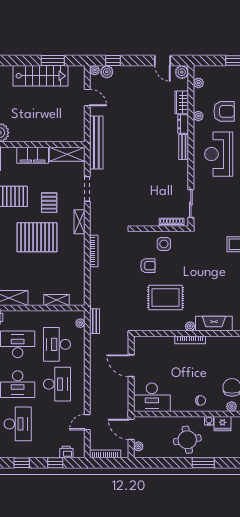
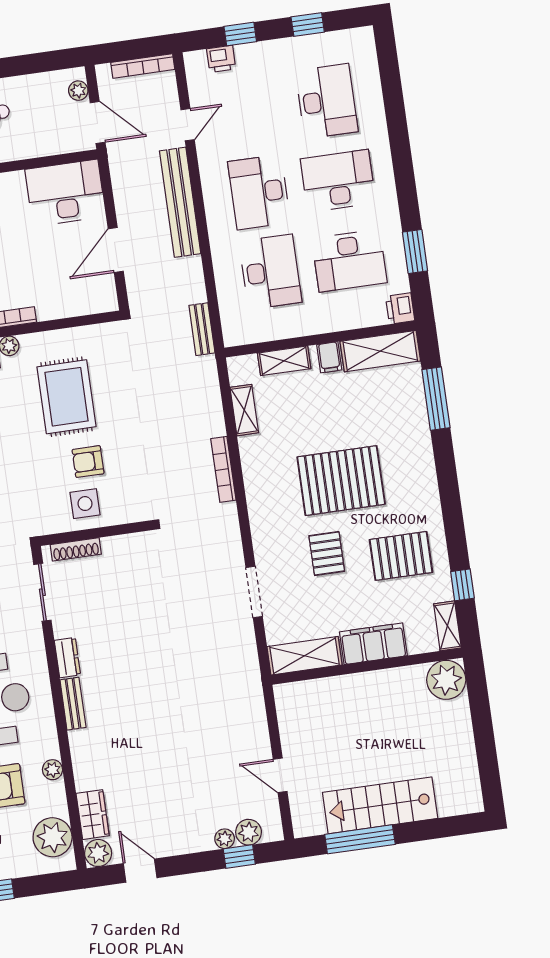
window: (53, 61) -> (360, 839), width x1.44
plant: (95, 70) -> (225, 839), moved
plant: (198, 83) -> (53, 837), width x1.88, depth x1.88
wardrobe: (182, 102) -> (93, 815), moved
dresser: (183, 124) -> (67, 658), moved
bench: (96, 142) -> (180, 202), moved
shelving: (79, 222) -> (244, 410), moved
armchair: (148, 266) -> (88, 462), moved
rug: (165, 297) -> (67, 397), turned 90
filing cabinet: (34, 298) -> (329, 357), added
plant: (80, 323) -> (230, 321), removed
door: (131, 366) -> (116, 250), swing flipped
desk: (18, 424) -> (327, 101), turned 180

